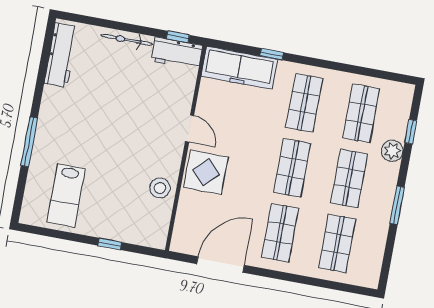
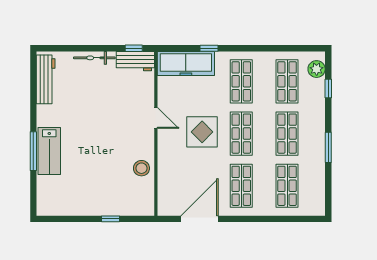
plant: (392, 151) -> (317, 69), moved
display table: (206, 172) -> (202, 132), moved
lab bench: (66, 195) -> (49, 151), moved

